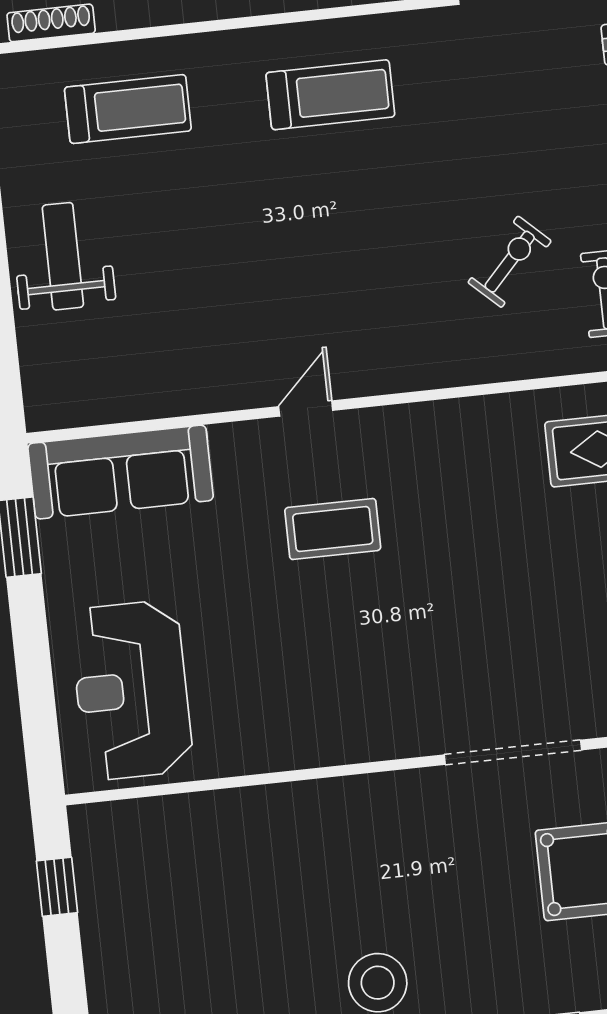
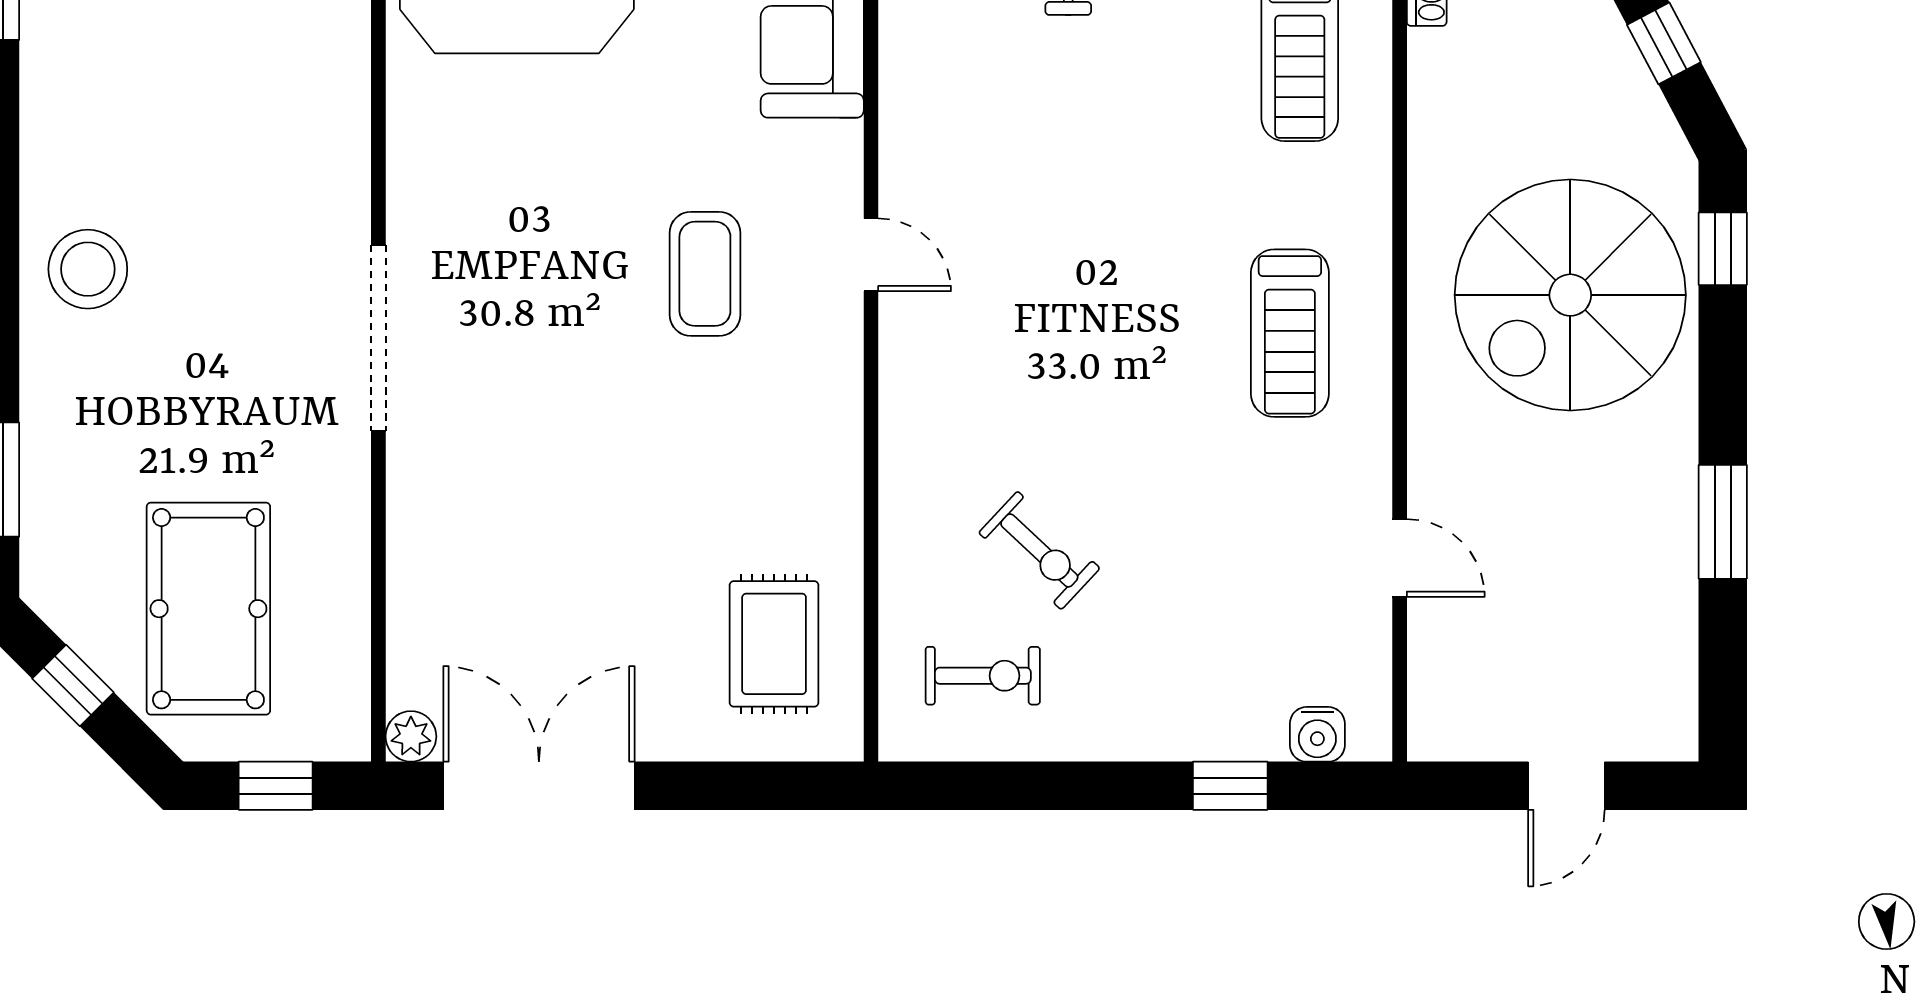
doorway: (513, 752) -> (378, 338), moved

